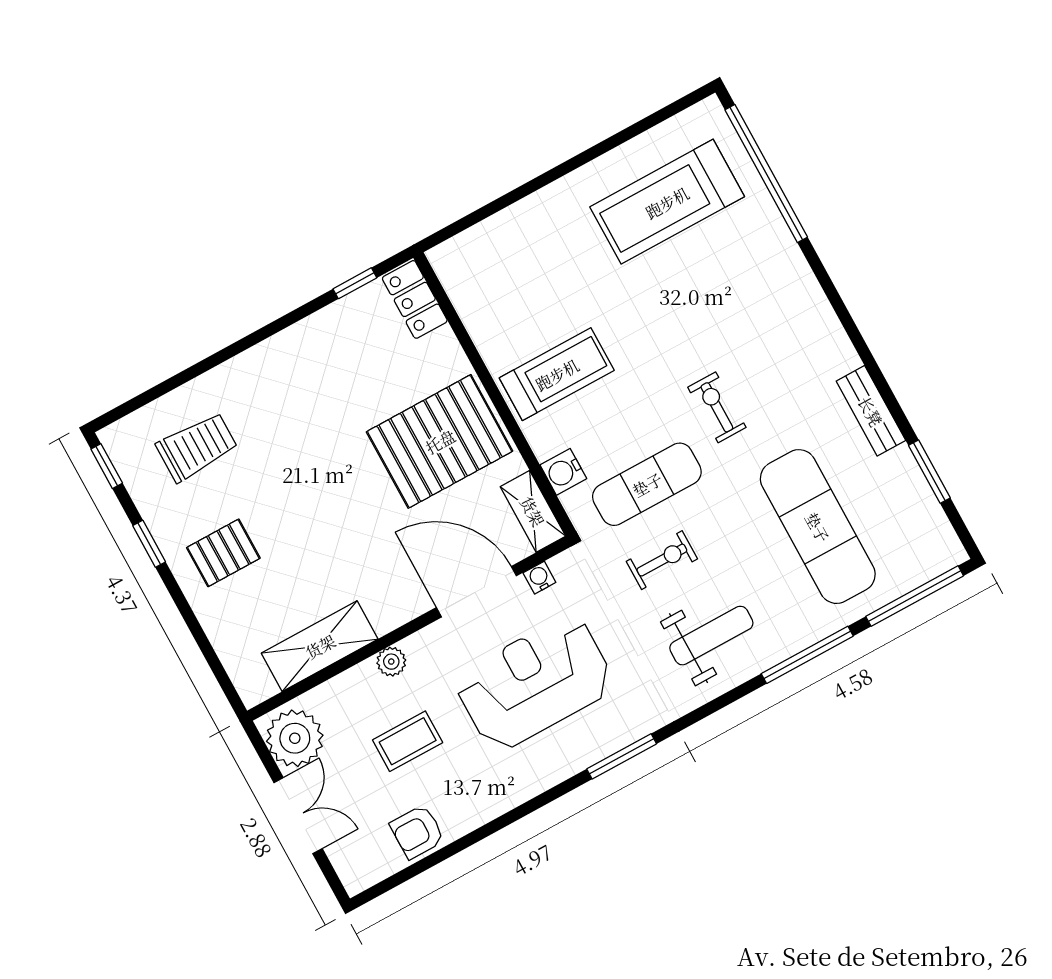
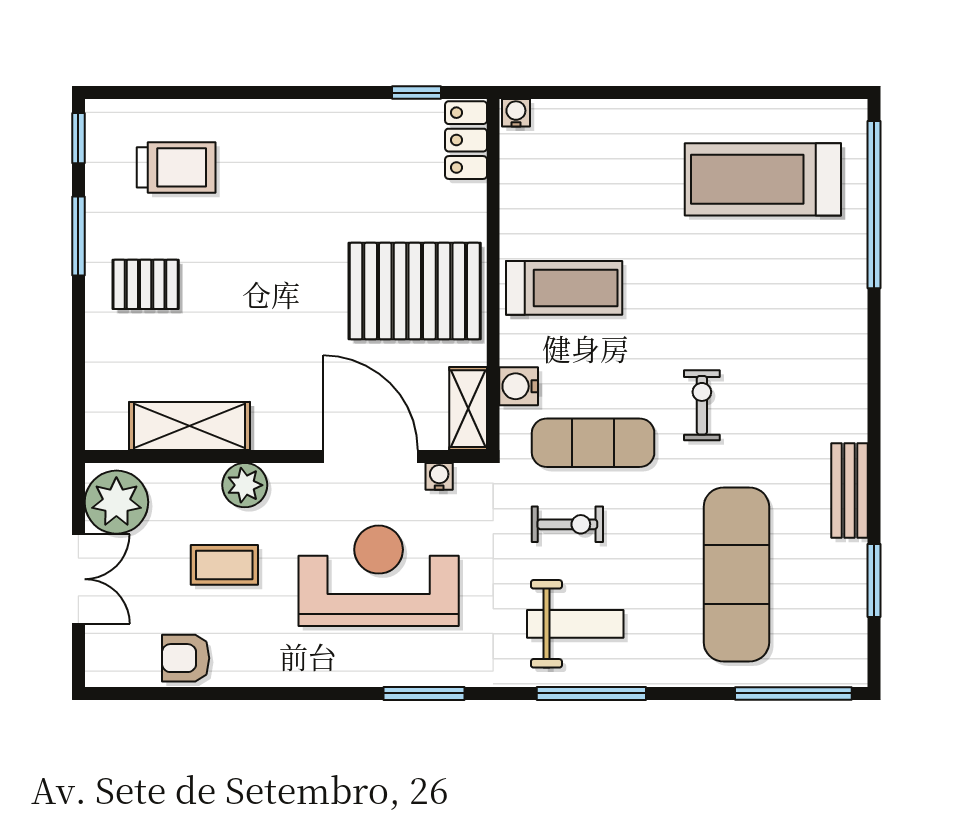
water cooler: (442, 256) -> (516, 113), added
window: (149, 544) -> (78, 236), width x1.50
window: (807, 655) -> (591, 693), moved
plant: (391, 662) -> (245, 485), width x1.38, depth x1.38

